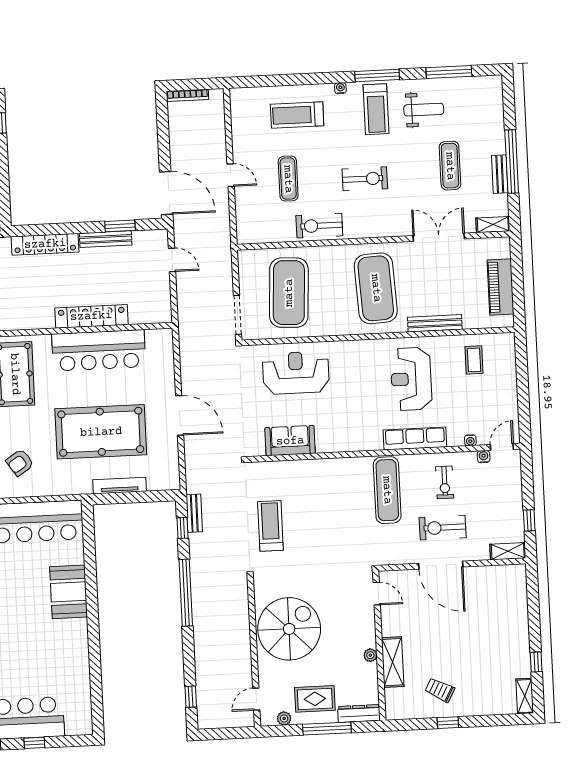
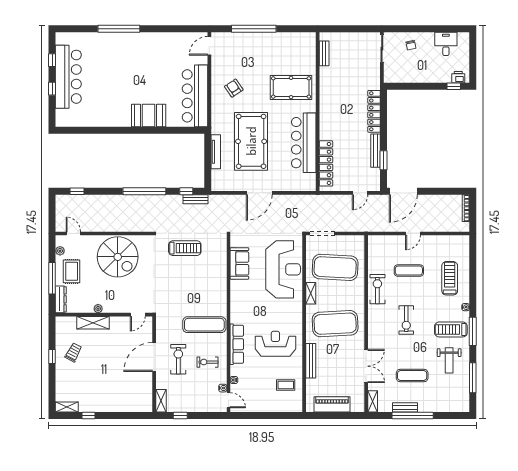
locker: (91, 316) -> (326, 163), moved
shelving: (331, 328) -> (311, 293), added
reception desk: (296, 373) -> (283, 269), width x1.36, depth x1.30

